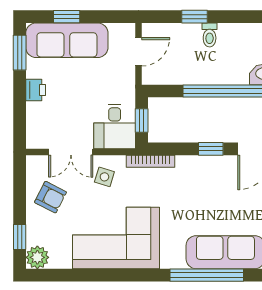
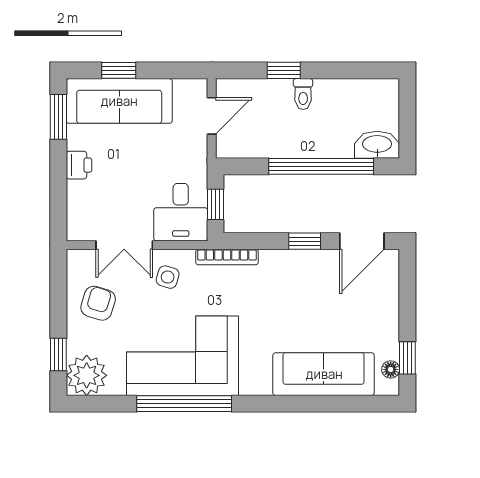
armchair: (50, 197) -> (98, 303), turned -100
plant: (37, 257) -> (87, 375), width x1.36, depth x1.36
window: (207, 275) -> (184, 404), moved

